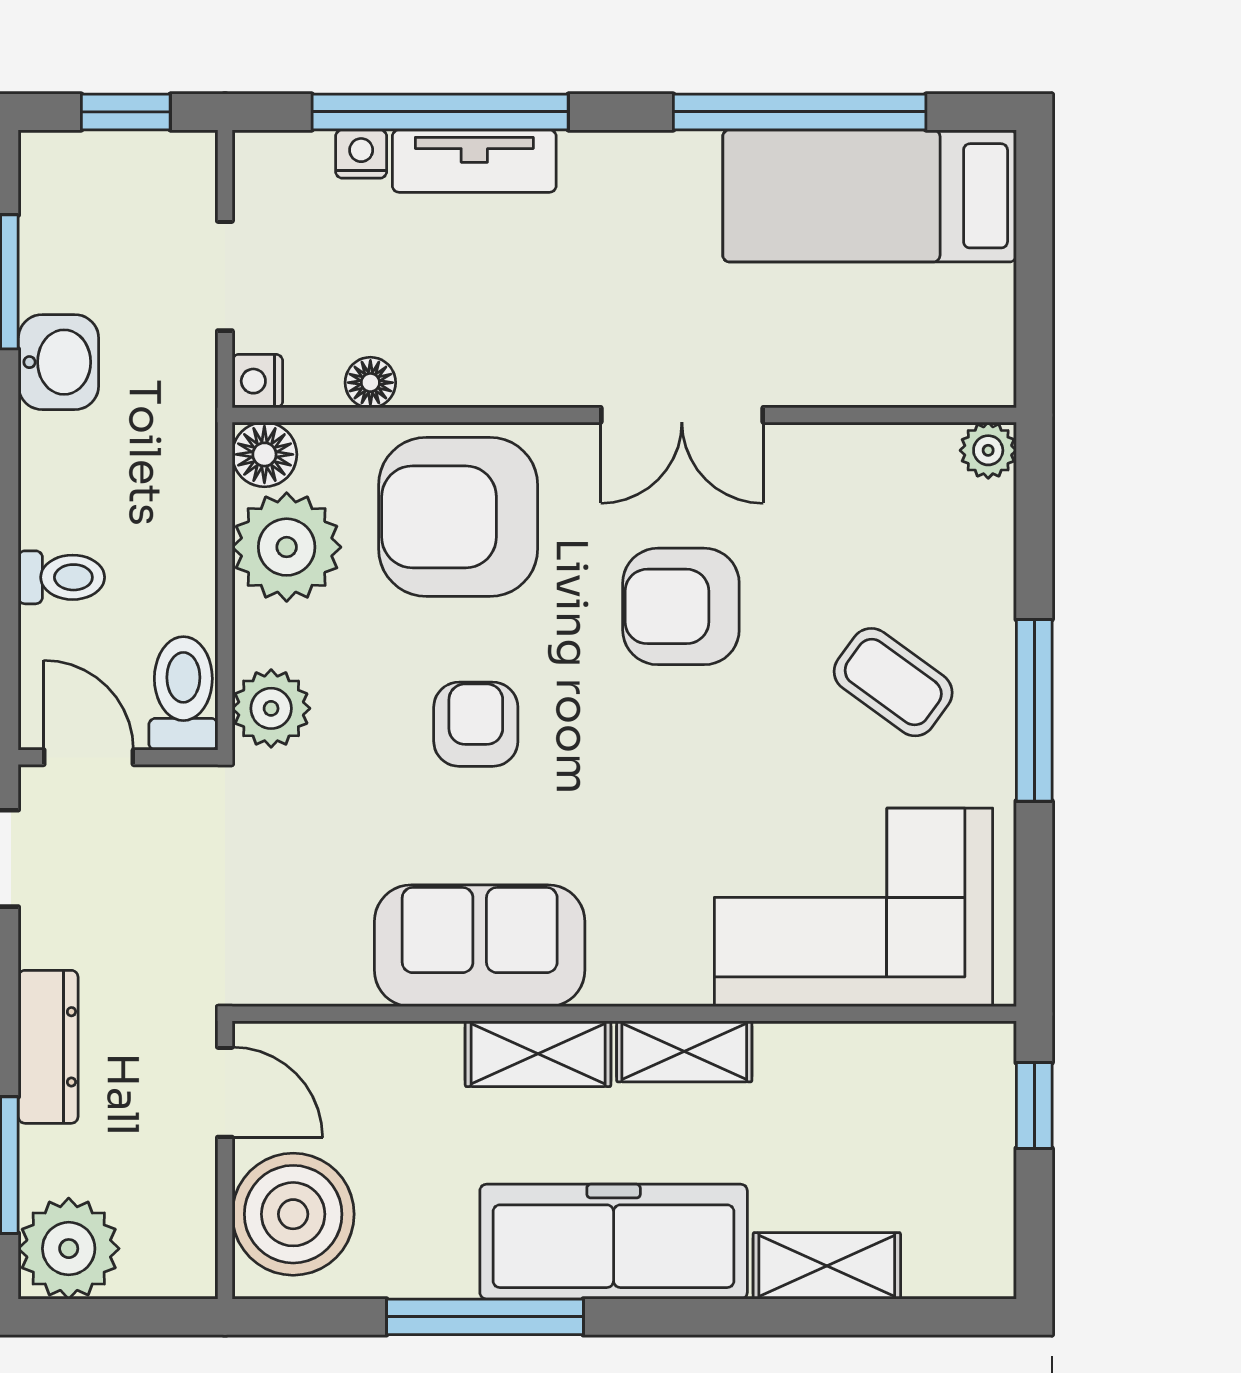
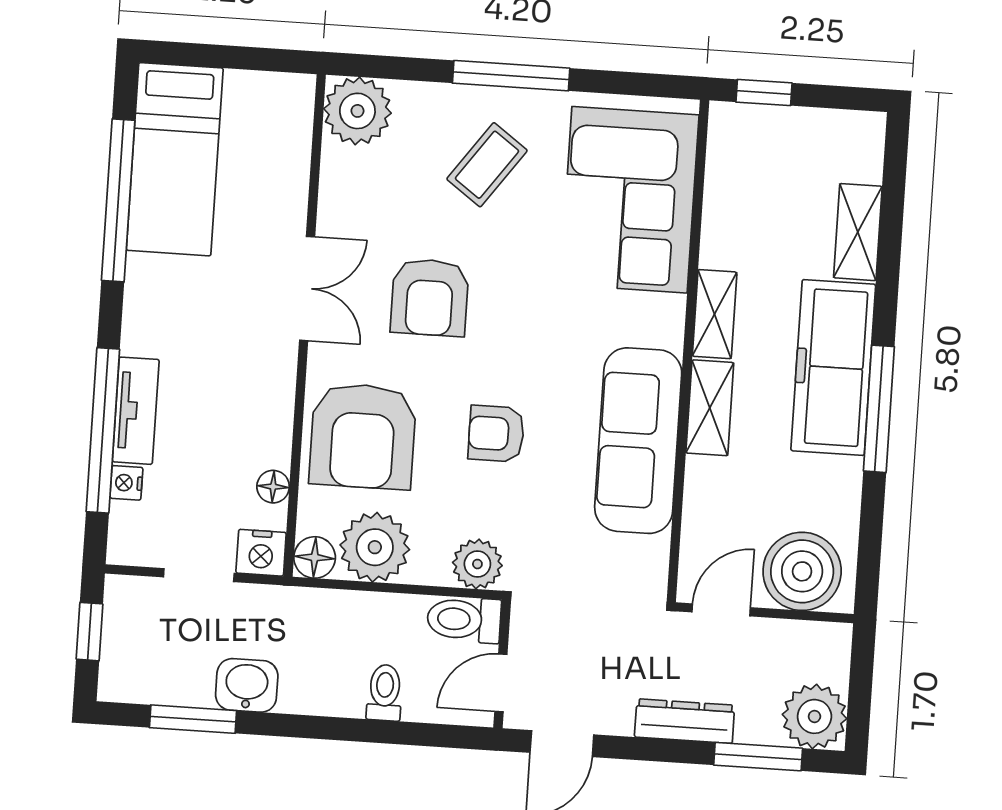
nightstand: (257, 381) -> (261, 553), width x1.39, depth x1.35
plant: (988, 450) -> (357, 111), width x1.87, depth x1.87
sofa: (480, 946) -> (638, 441), width x1.36
window: (485, 1317) -> (879, 409), moved

